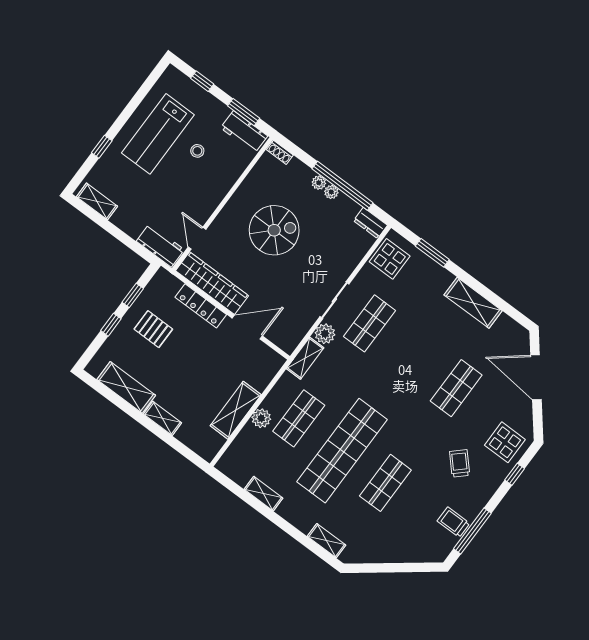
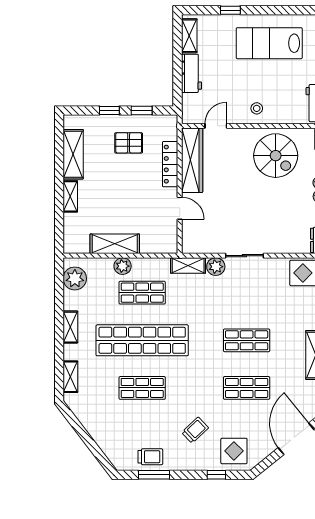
stool: (197, 151) -> (257, 108), moved
spiral stairs: (274, 230) -> (276, 156), moved
workbench: (160, 245) -> (191, 73), moved
shop shelf: (370, 323) -> (247, 340), moved
door: (247, 327) -> (180, 208), width x0.73
pallet: (153, 329) -> (129, 143), turned 90
plant: (240, 470) -> (75, 278), added
shelving: (263, 494) -> (70, 327), moved
trolley: (454, 522) -> (150, 457), turned 90
window: (472, 531) -> (154, 475), width x0.69

